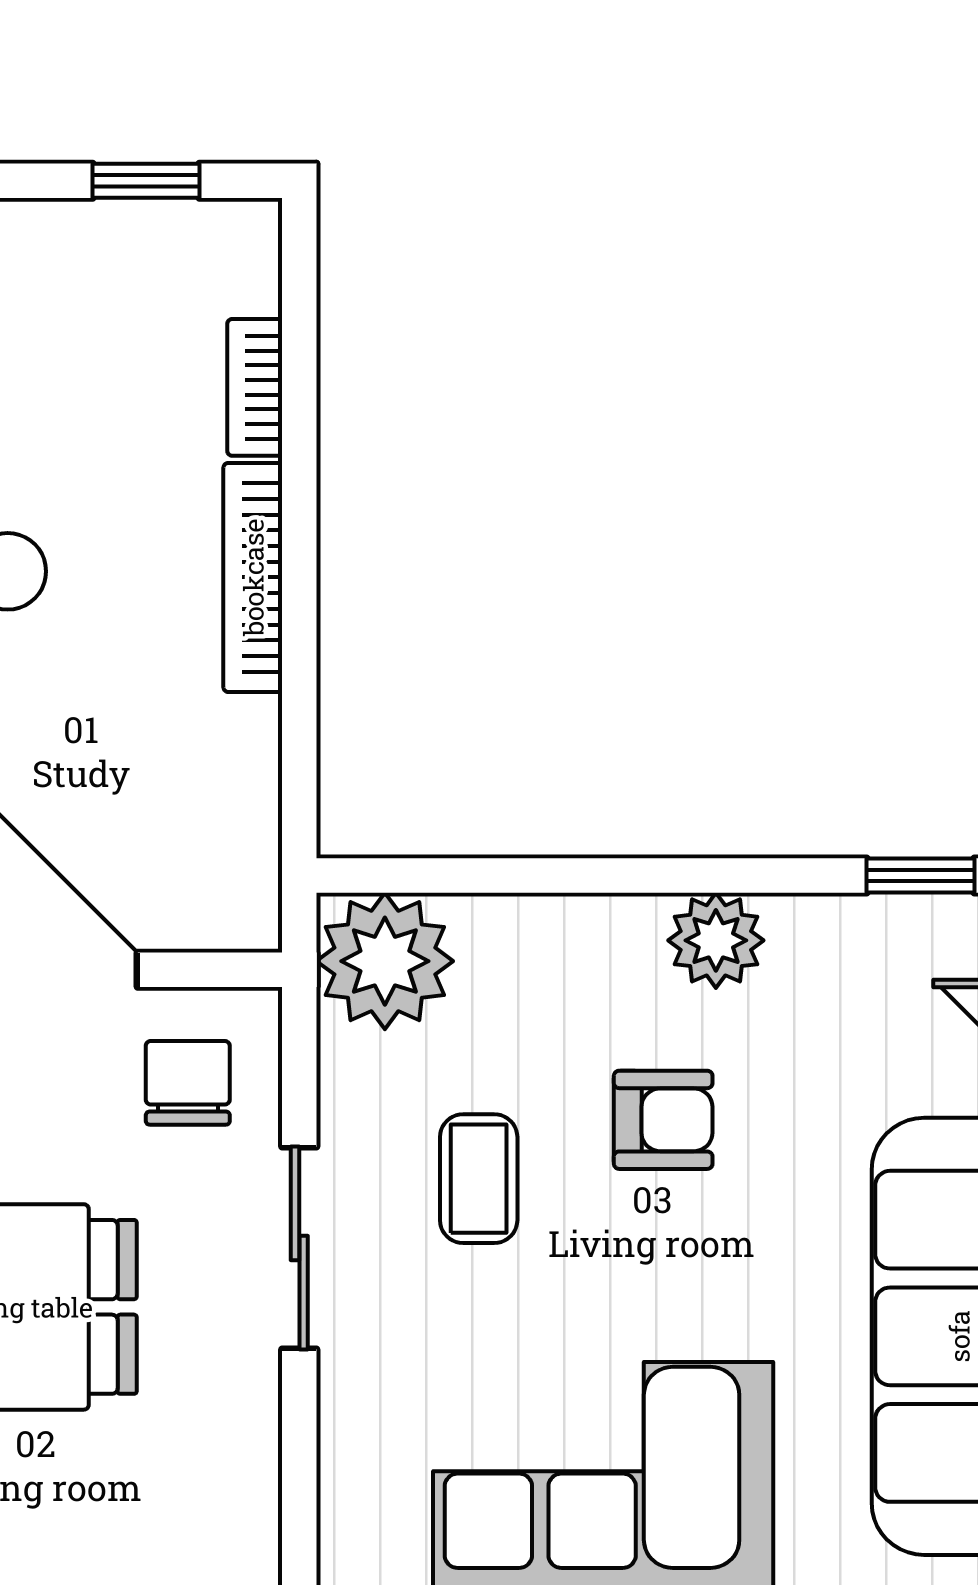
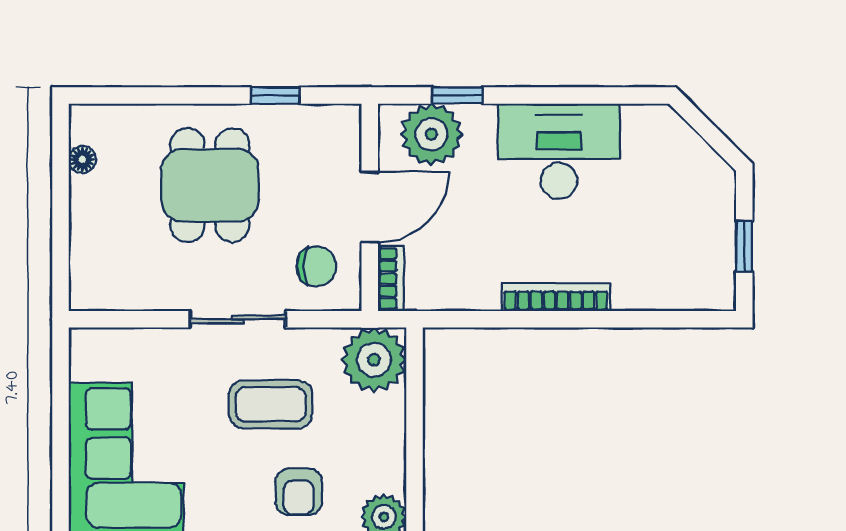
bookcase: (255, 387) -> (391, 279), moved, turned 90
coffee table: (479, 1179) -> (271, 404), width x1.36, depth x1.30

